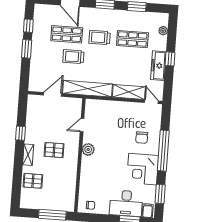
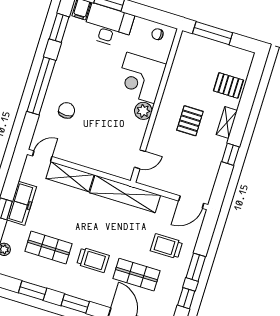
trolley: (73, 57) -> (166, 246), moved, turned 180
door: (53, 94) -> (191, 202), moved
door: (151, 102) -> (42, 156), swing flipped
door: (82, 125) -> (140, 159), moved
pallet: (54, 150) -> (190, 121), turned 90
corner desk: (143, 169) -> (141, 78), moved, turned 180

